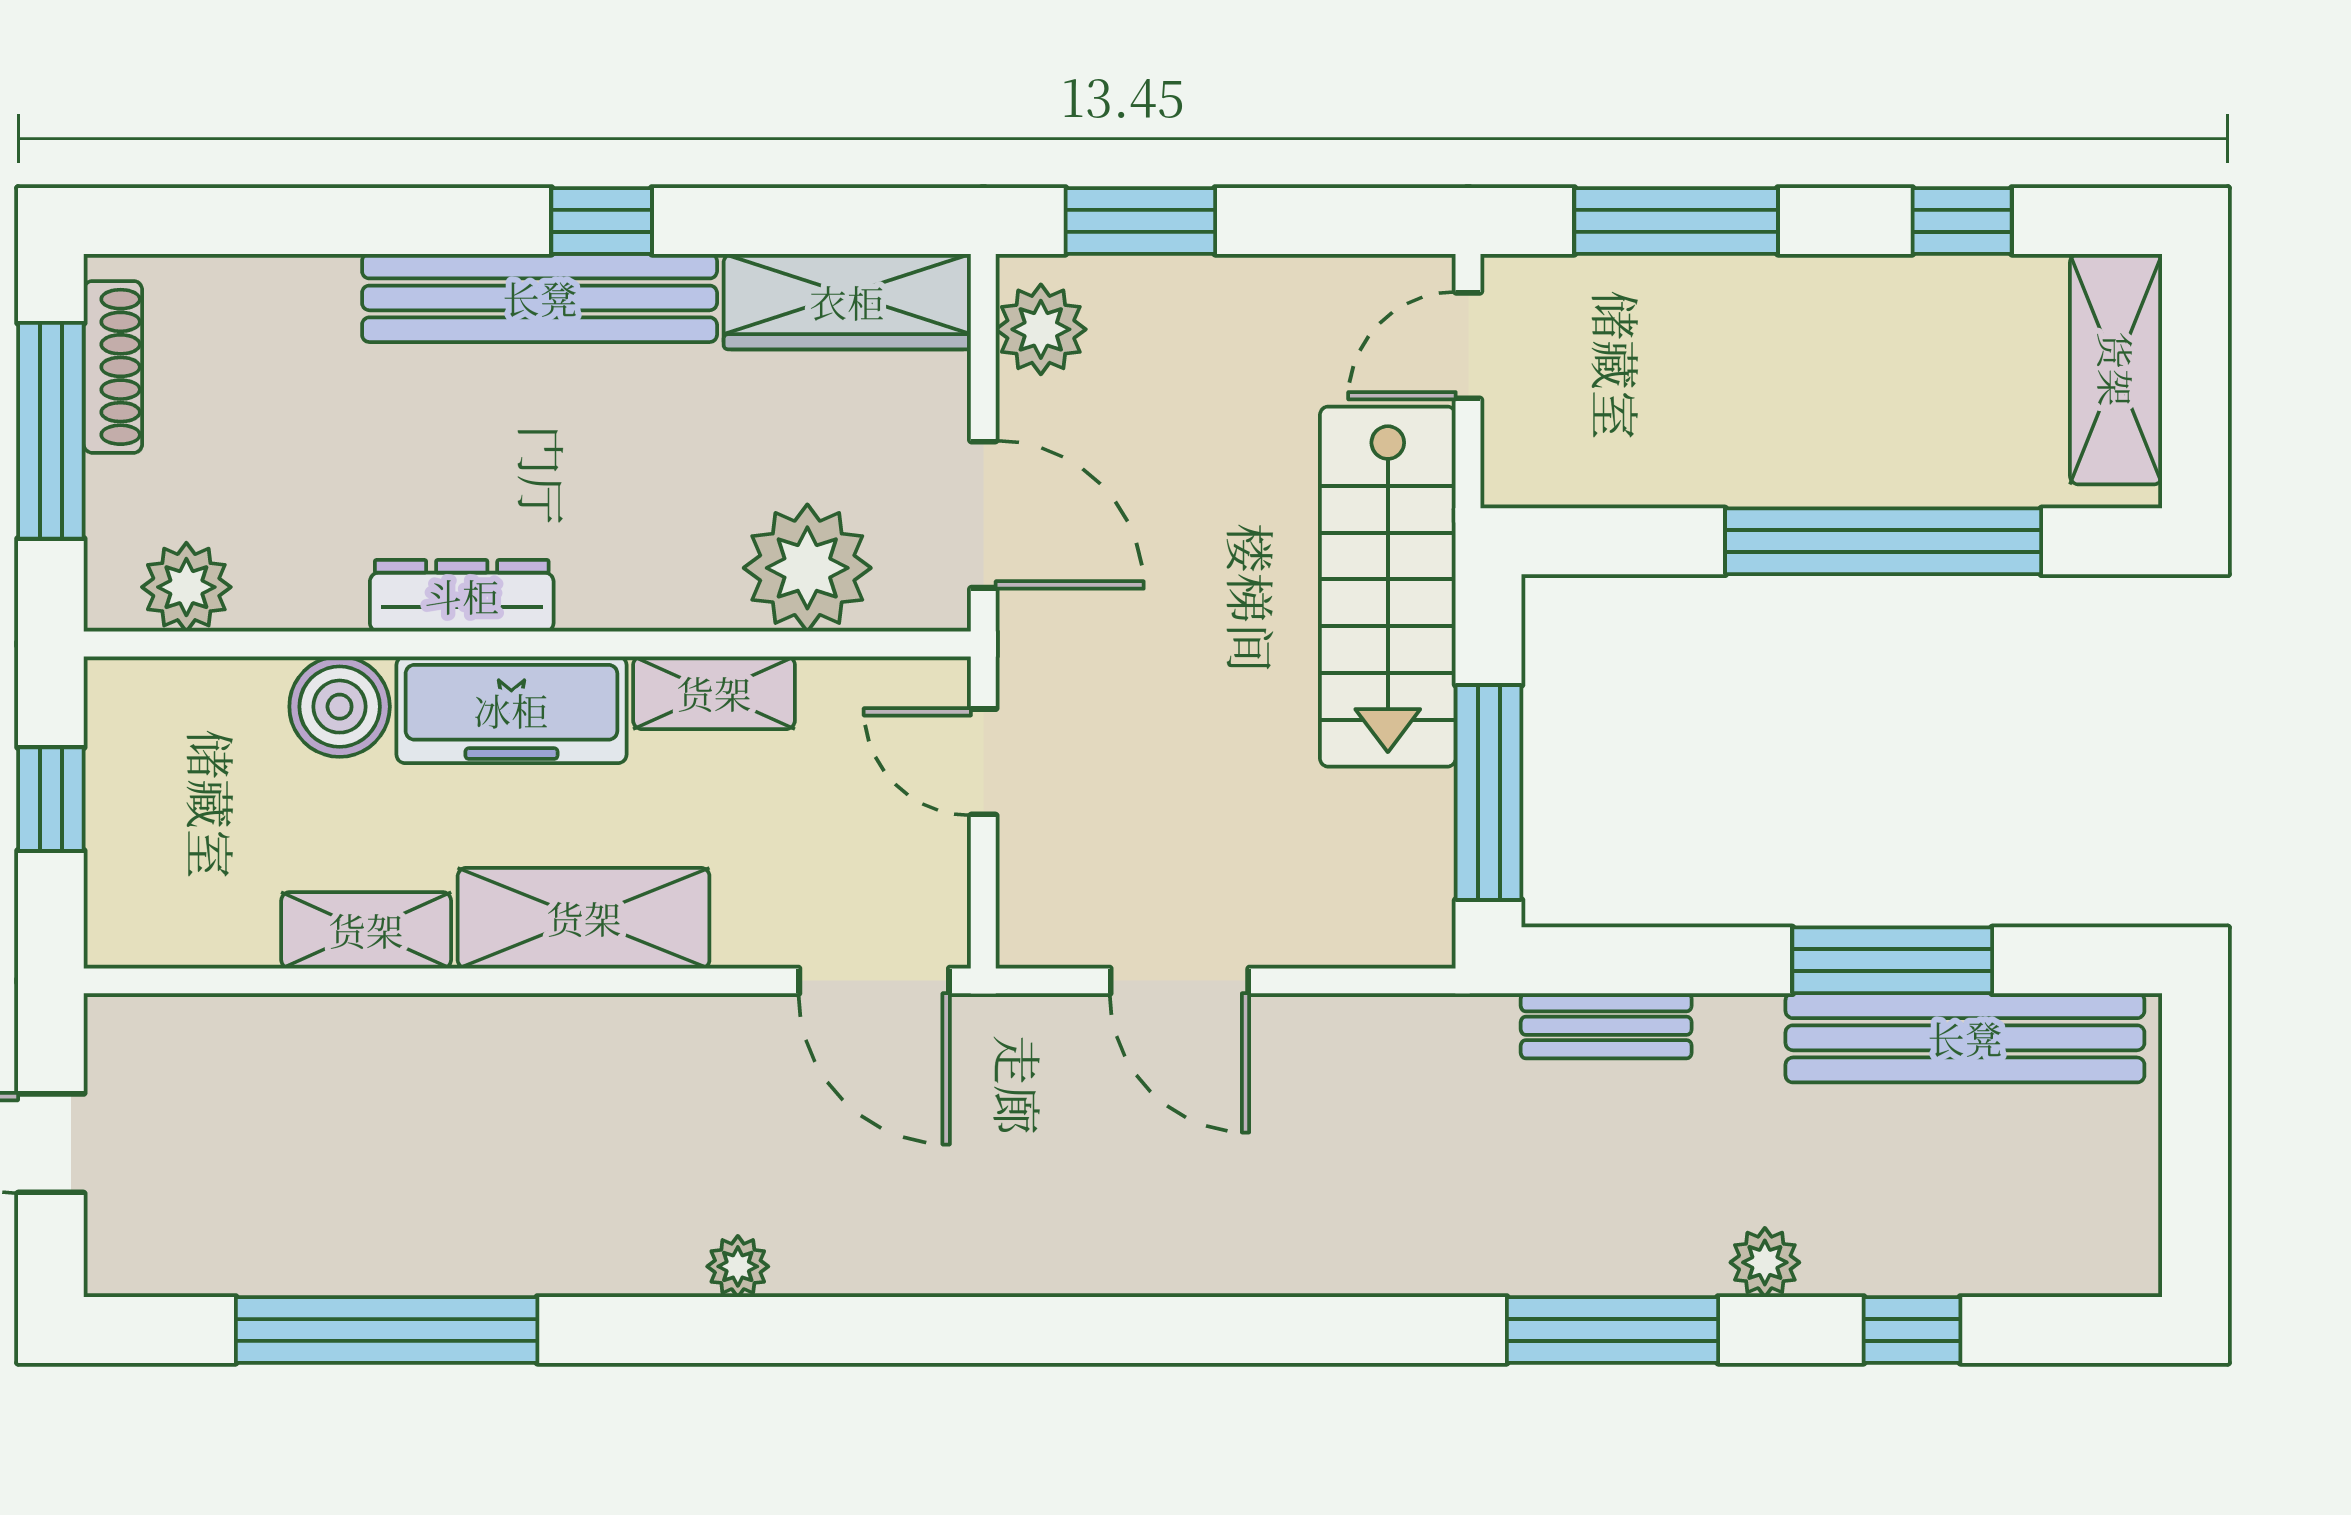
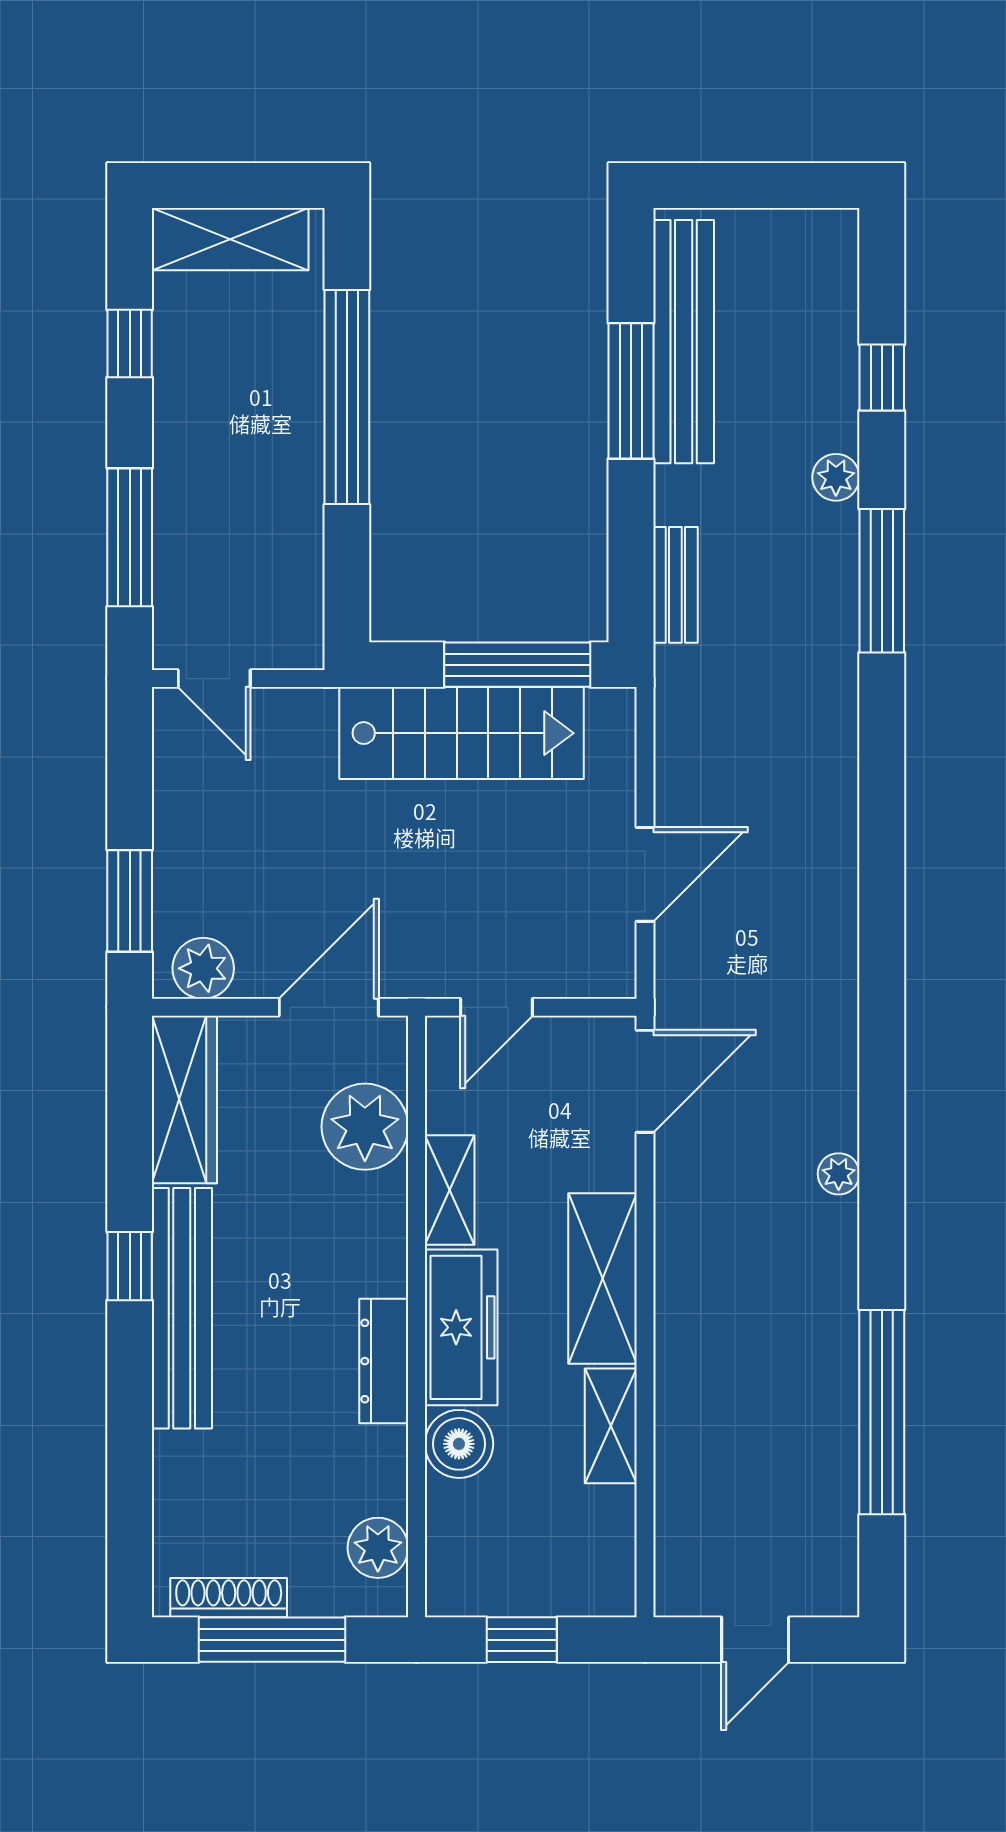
stairs: (1388, 587) -> (461, 733), moved

